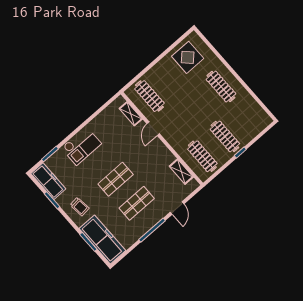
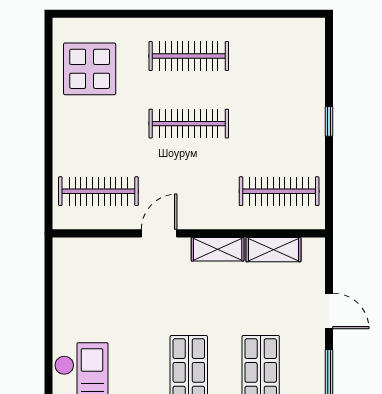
shelving: (131, 114) -> (218, 249), moved
door: (153, 129) -> (159, 233), swing flipped
clothes rail: (225, 137) -> (189, 124), moved

